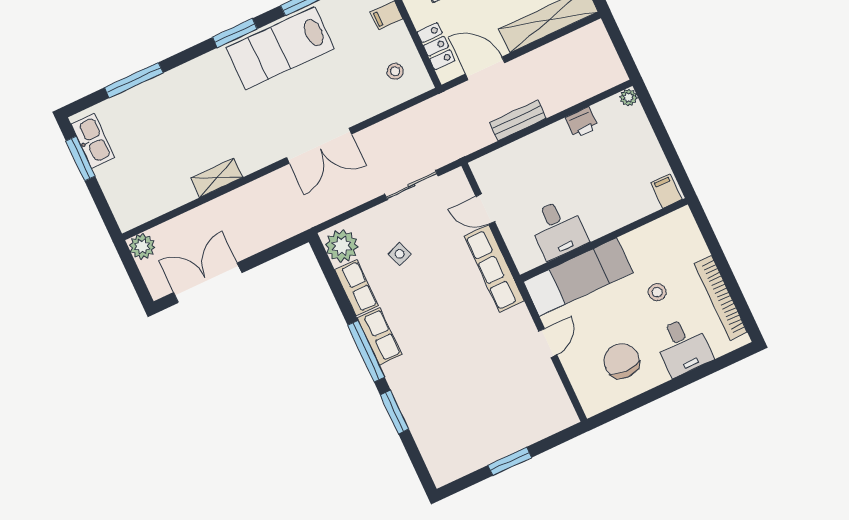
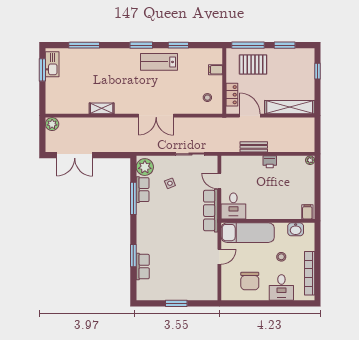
lab bench: (280, 48) -> (159, 62), width x0.73, depth x0.72
printer: (582, 123) -> (270, 162), moved
desk: (558, 229) -> (233, 206), moved
washbasin: (660, 232) -> (296, 229), added
double door: (208, 283) -> (75, 155), swing flipped
row of seats: (379, 336) -> (143, 267), moved
window: (366, 351) -> (133, 198), moved
chair: (622, 361) -> (250, 281), turned 180

